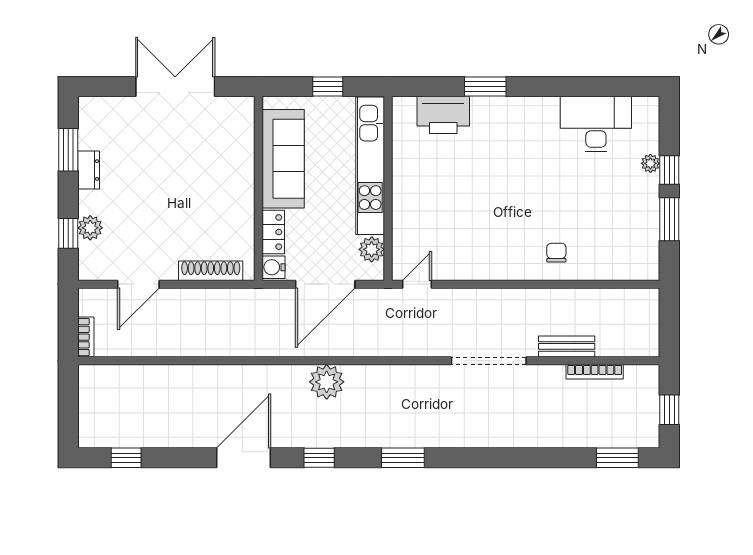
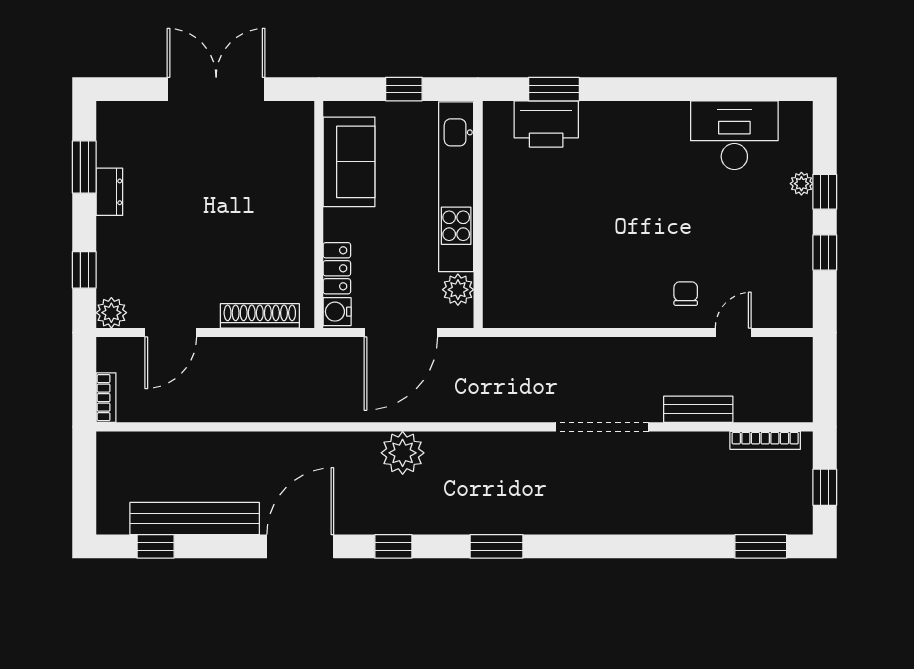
window: (485, 87) -> (554, 89), moved
sofa: (283, 159) -> (349, 162), width x0.73
window: (669, 219) -> (825, 252), width x0.67
plant: (90, 228) -> (111, 313), moved
door: (417, 284) -> (733, 332), moved
bookcase: (595, 372) -> (765, 440), moved
bench: (158, 435) -> (195, 518), added

